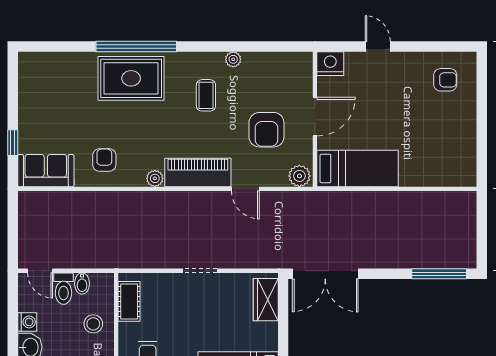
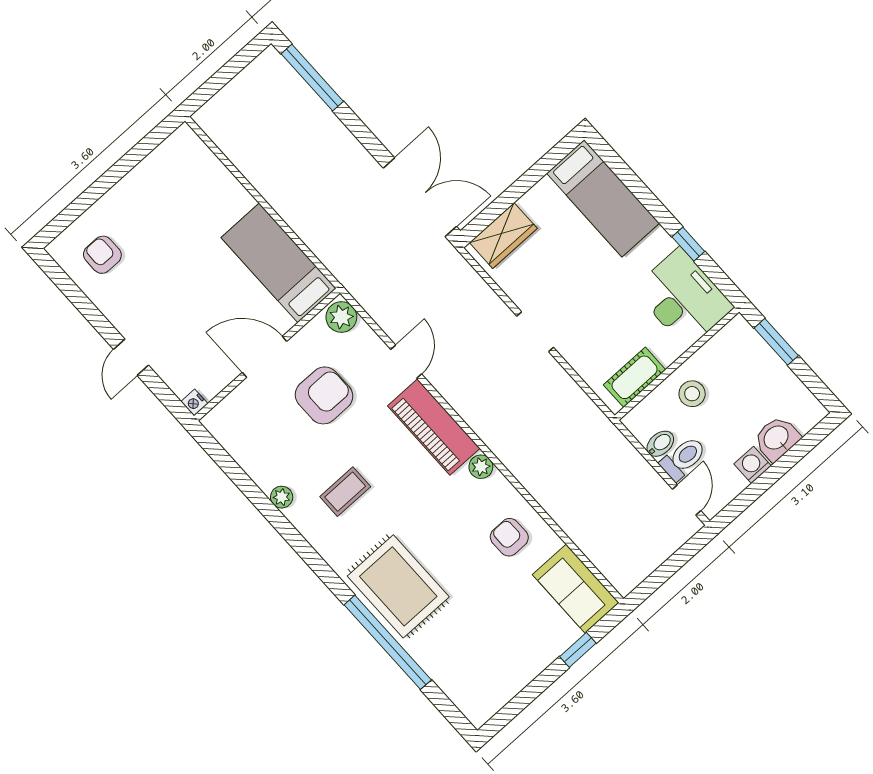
window: (136, 46) -> (388, 642), moved
nightstand: (330, 64) -> (194, 403), width x0.53, depth x0.56
armchair: (104, 160) -> (509, 537), turned 90

